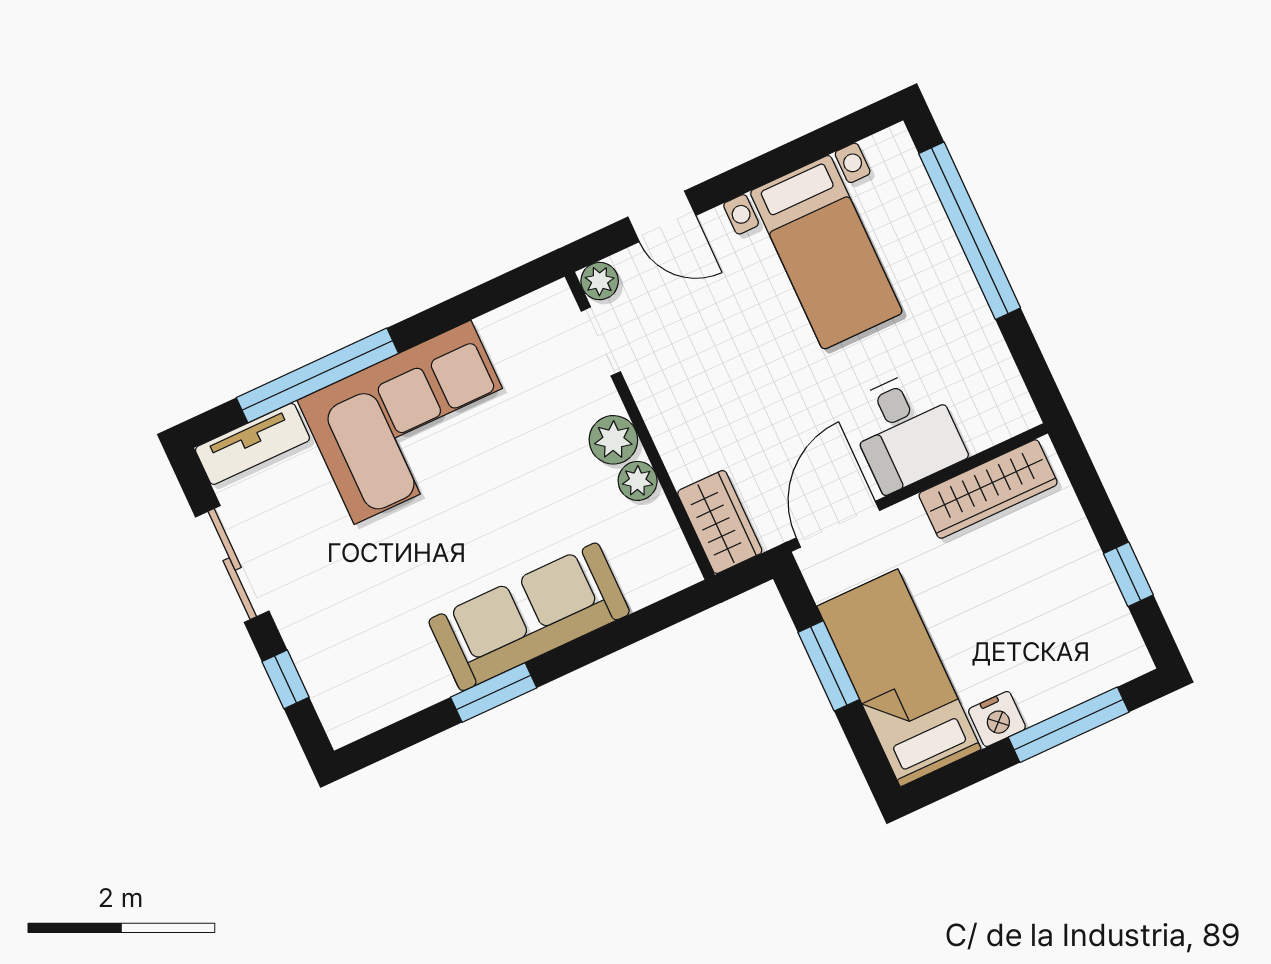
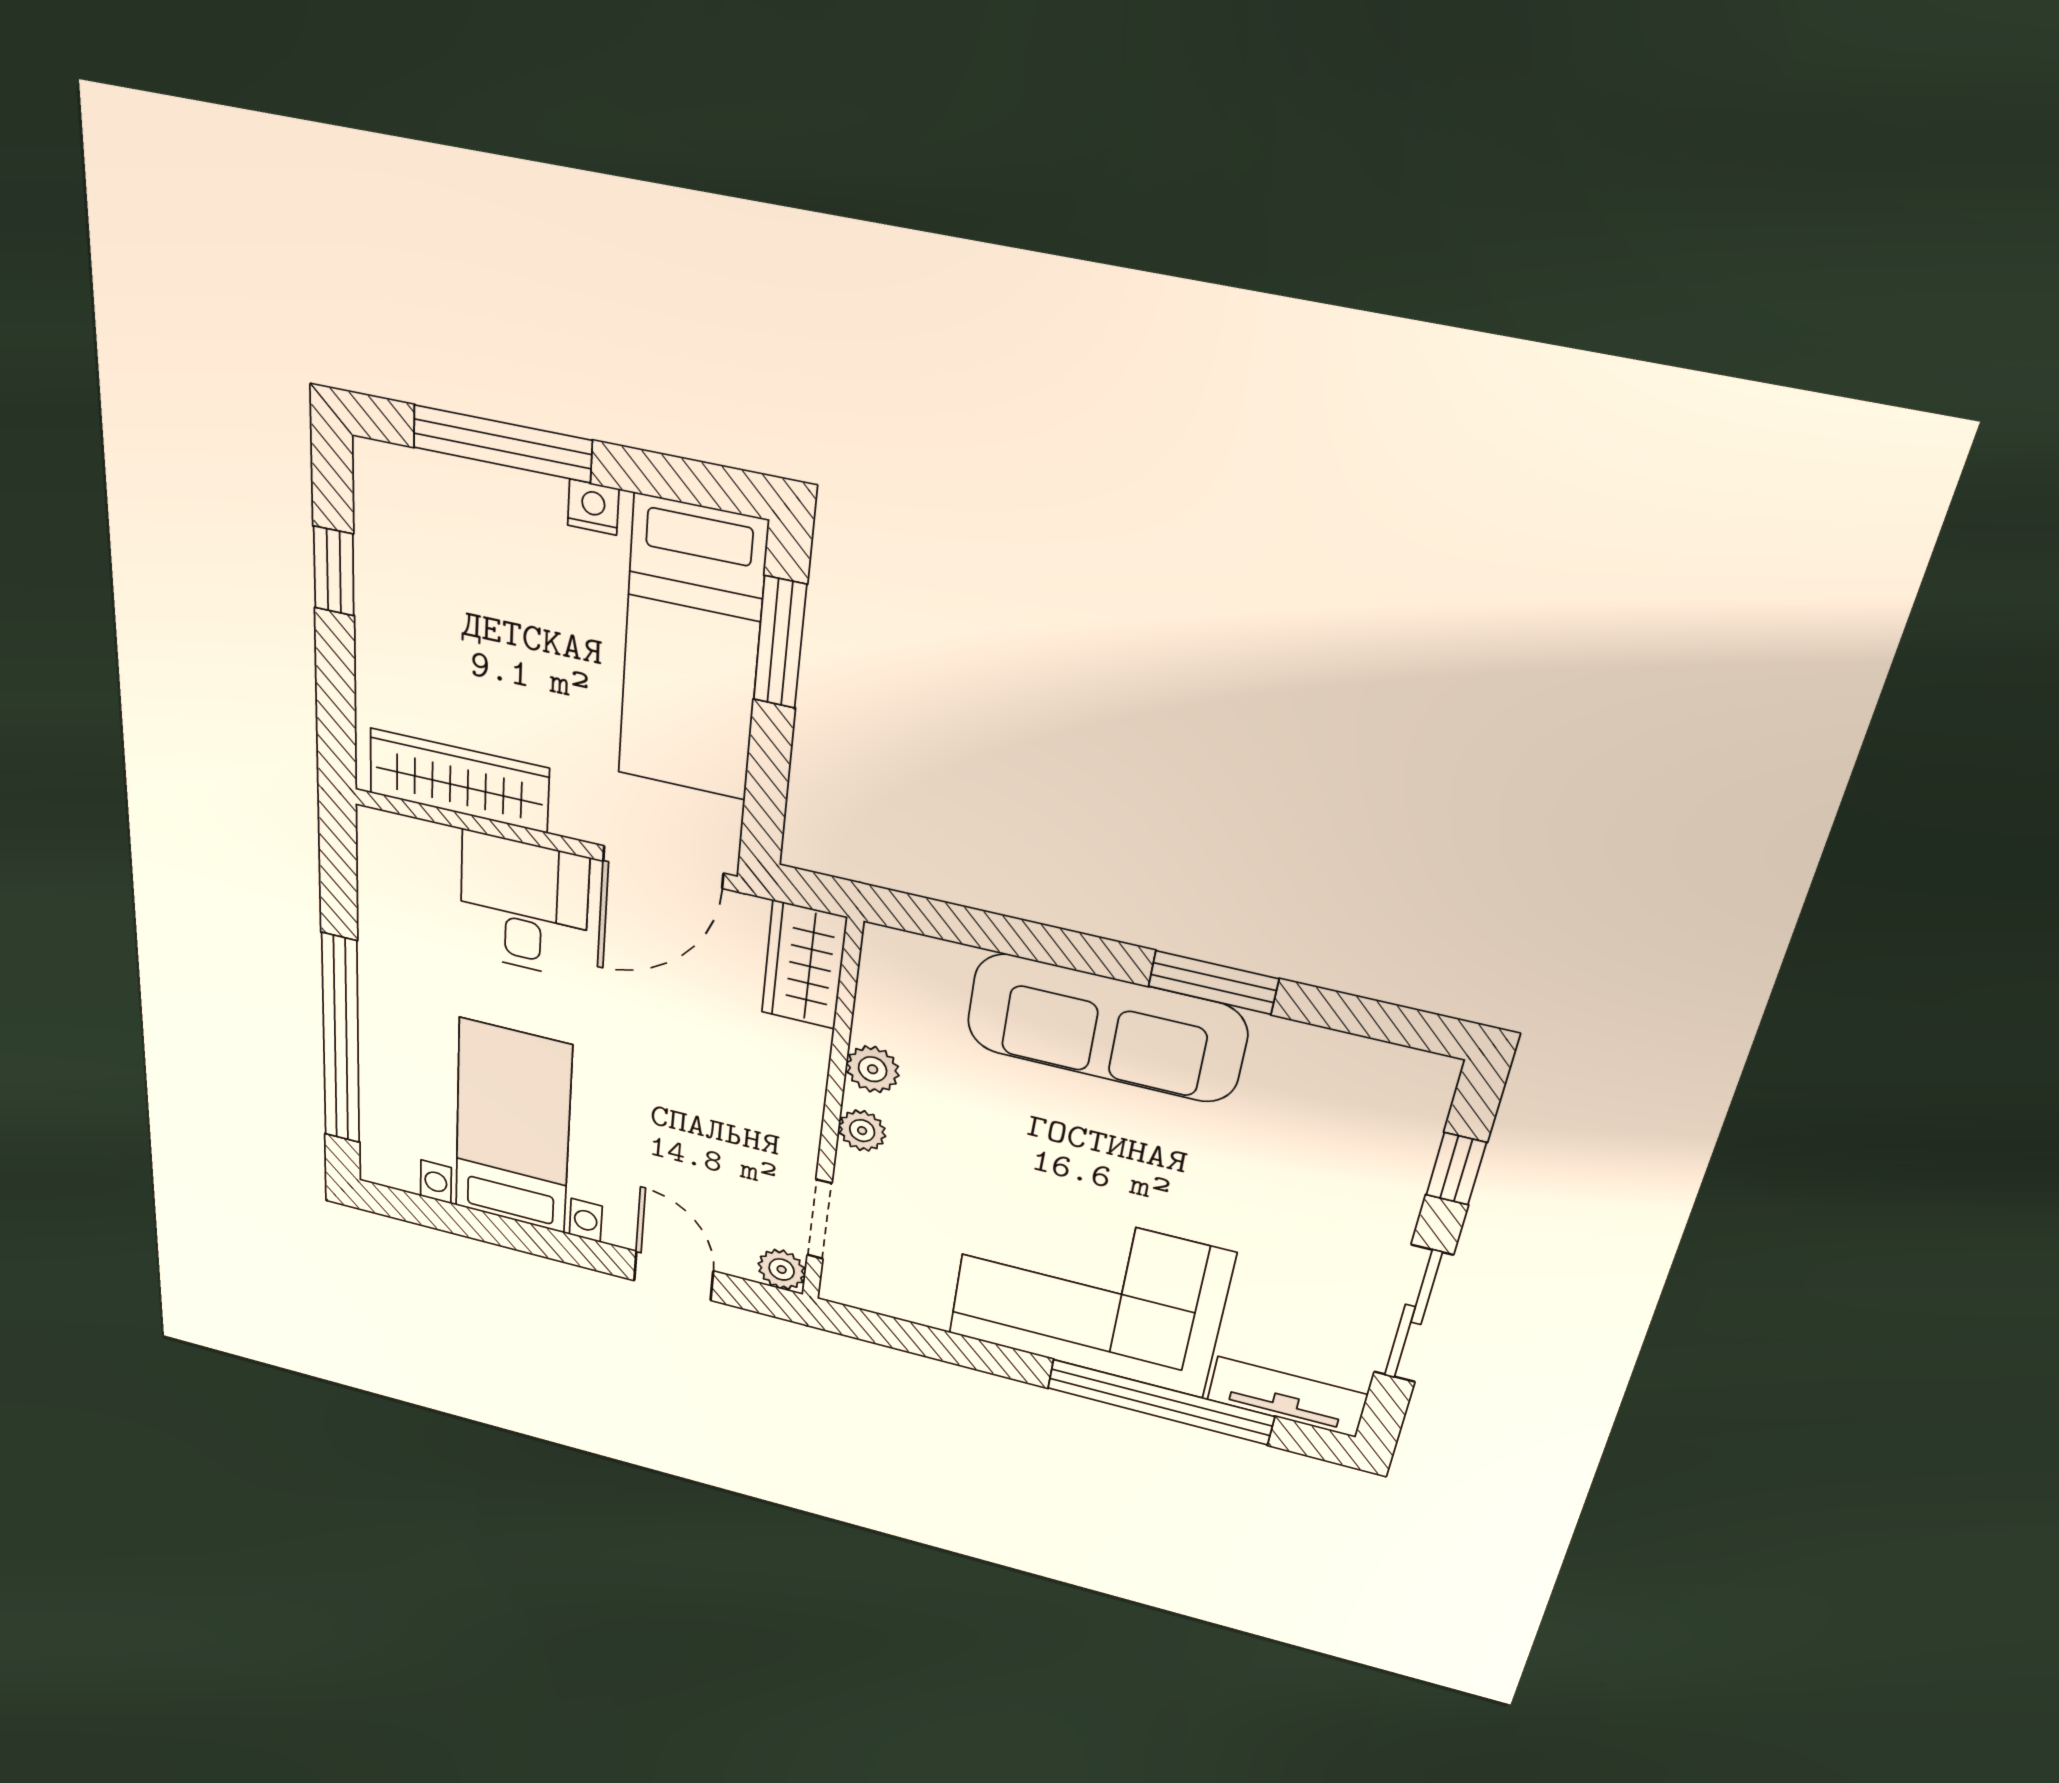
plant: (613, 440) -> (862, 1131), width x0.73, depth x0.73
window: (829, 666) -> (780, 643), moved
nightstand: (997, 719) -> (593, 507), width x0.72, depth x0.74

